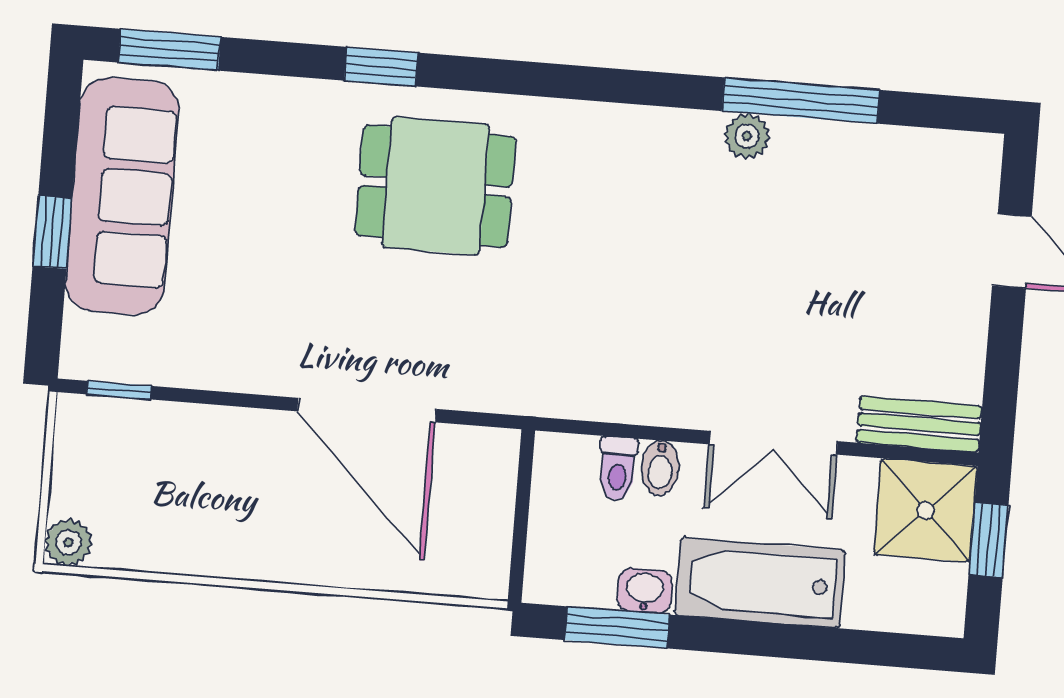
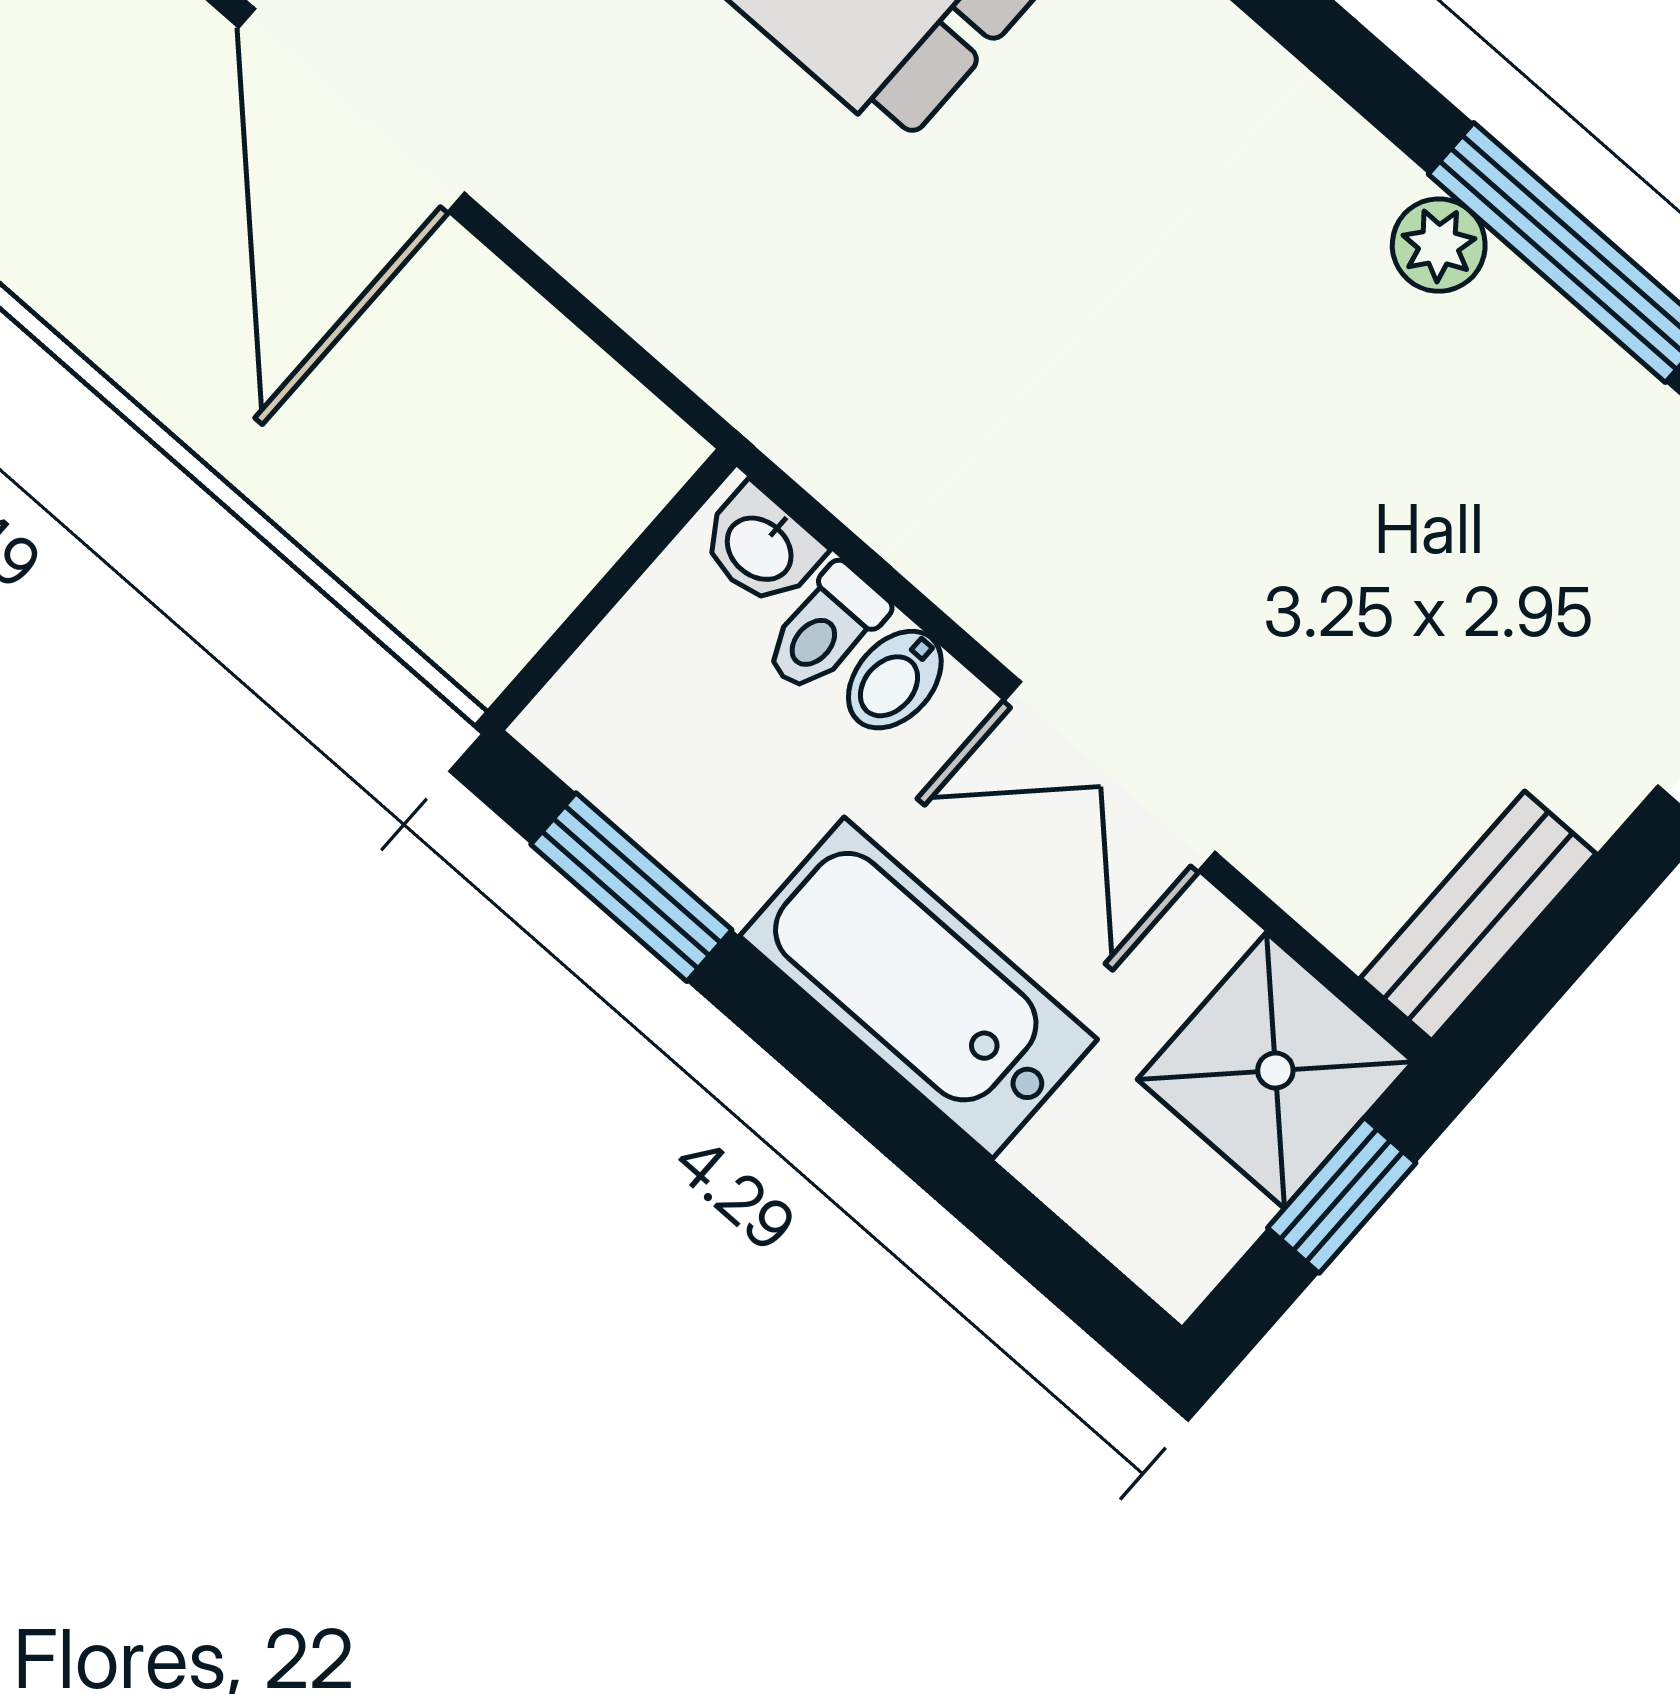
door: (367, 410) -> (351, 110), moved
bench: (919, 424) -> (1478, 916), moved, turned 90
washbasin: (645, 591) -> (761, 547), moved, turned 180

